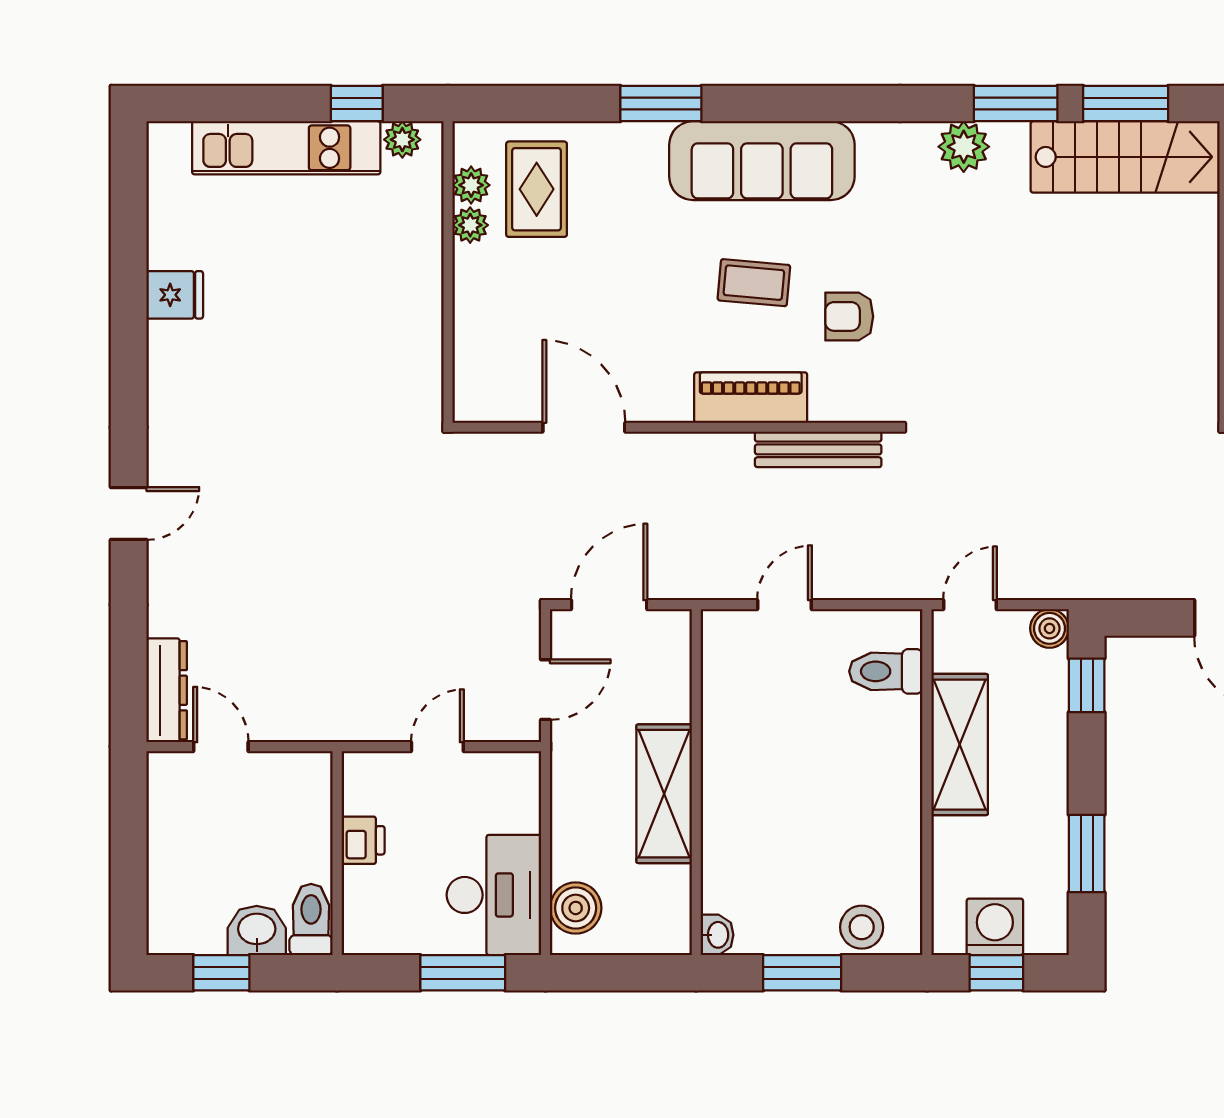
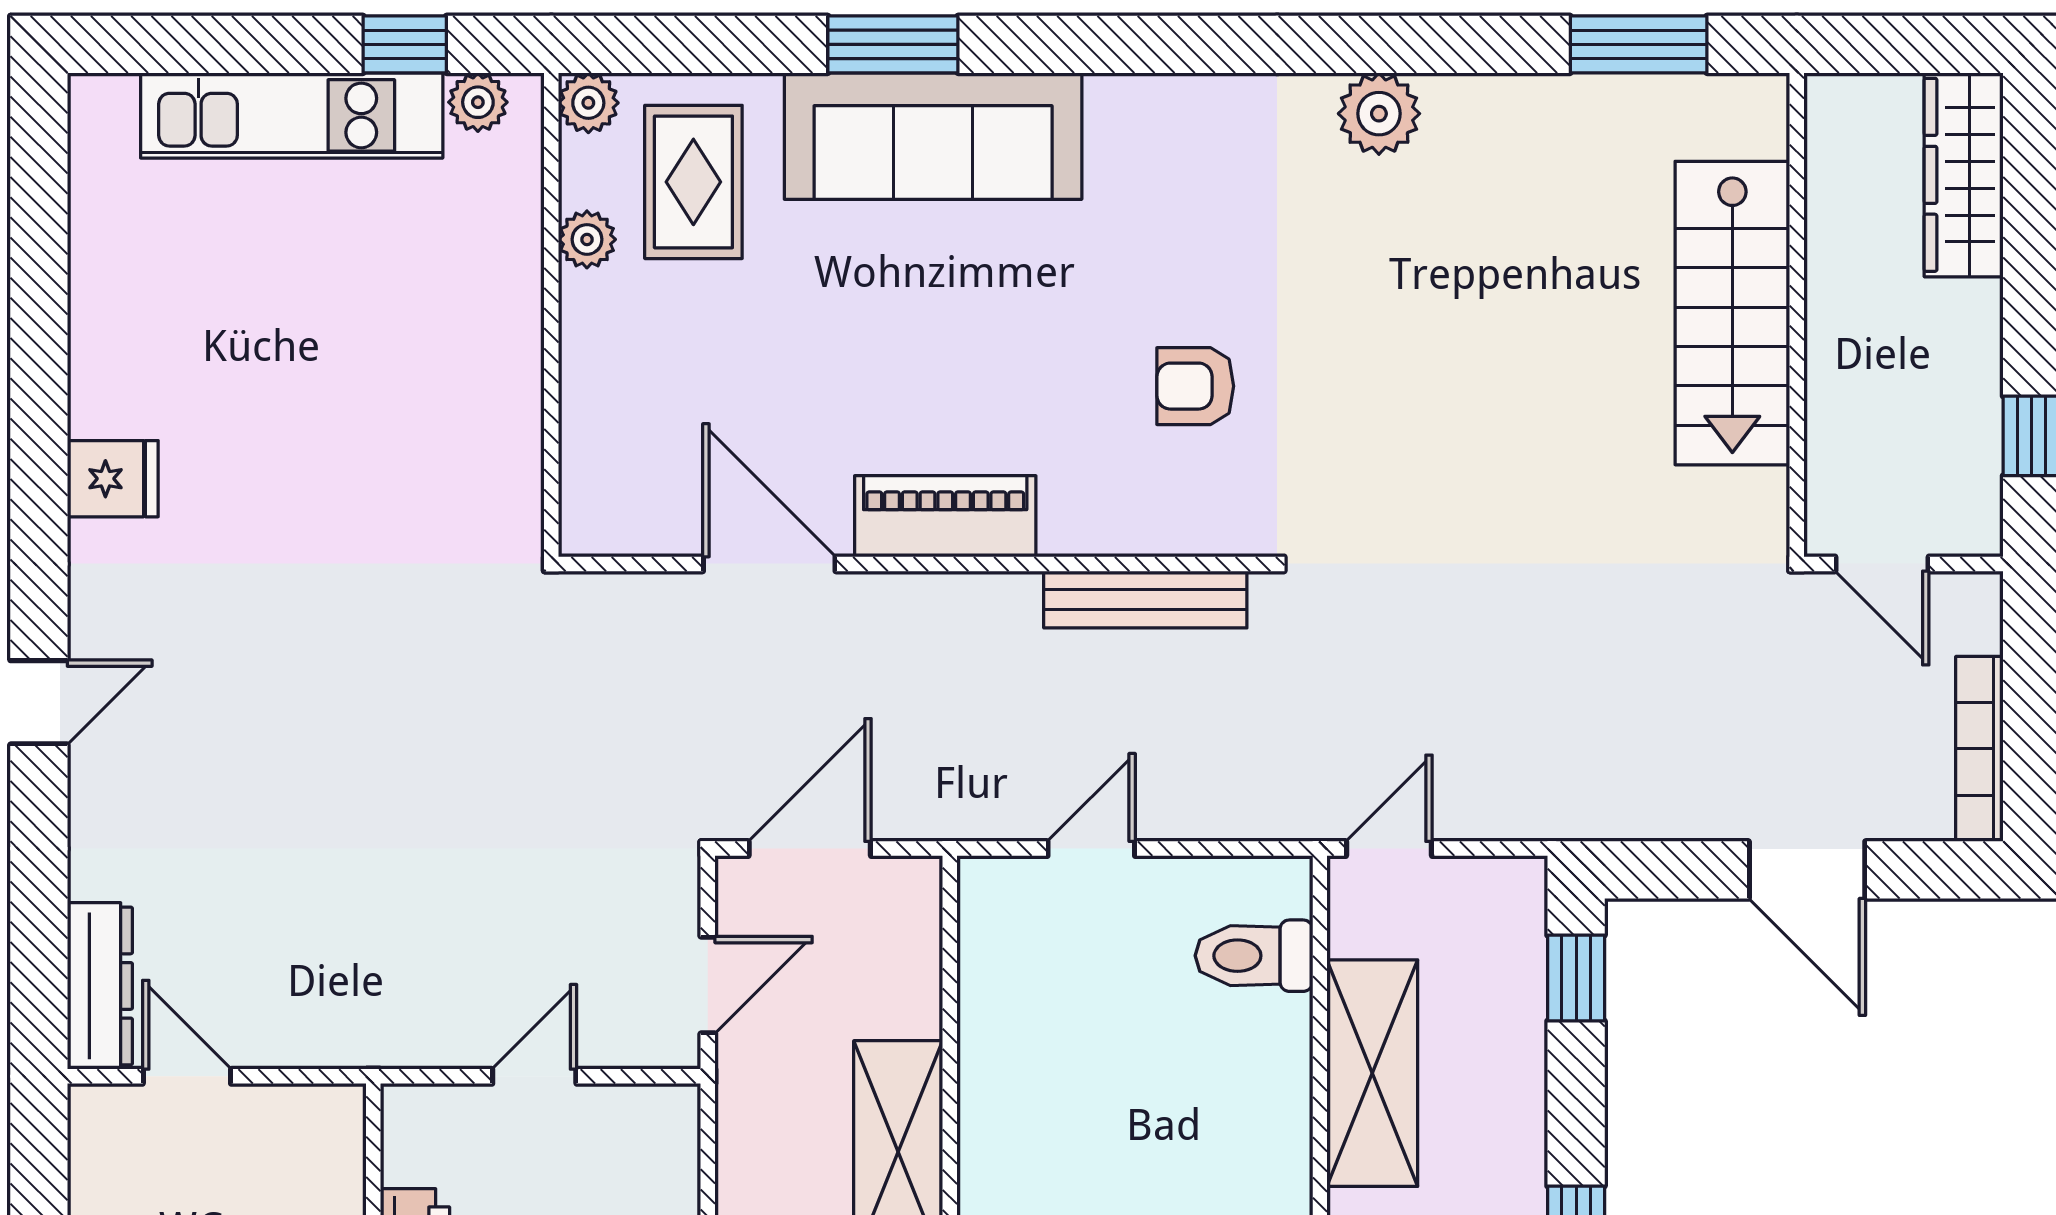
window: (1016, 104) -> (1462, 44), removed
stairs: (1125, 157) -> (1732, 313), moved, turned 90
sofa: (762, 161) -> (933, 136), moved
plant: (471, 185) -> (588, 103), moved
coffee table: (754, 283) -> (1042, 332), removed
fridge: (175, 295) -> (113, 479), moved
piano: (751, 398) -> (945, 516), moved
boiler: (1050, 628) -> (1517, 887), removed

